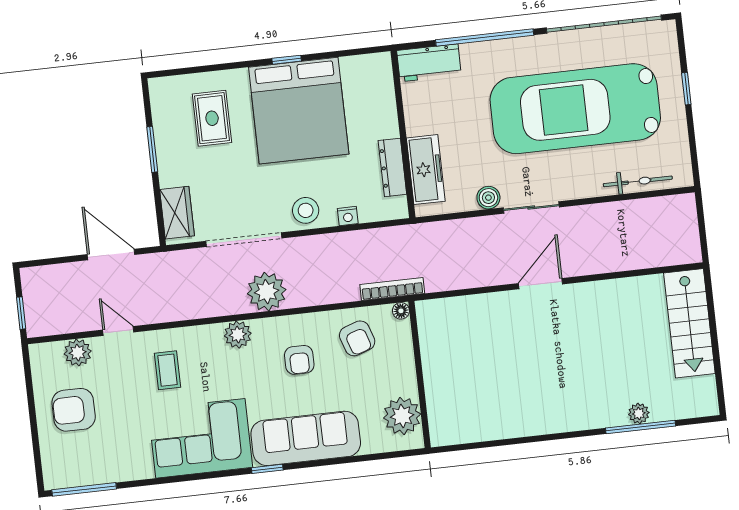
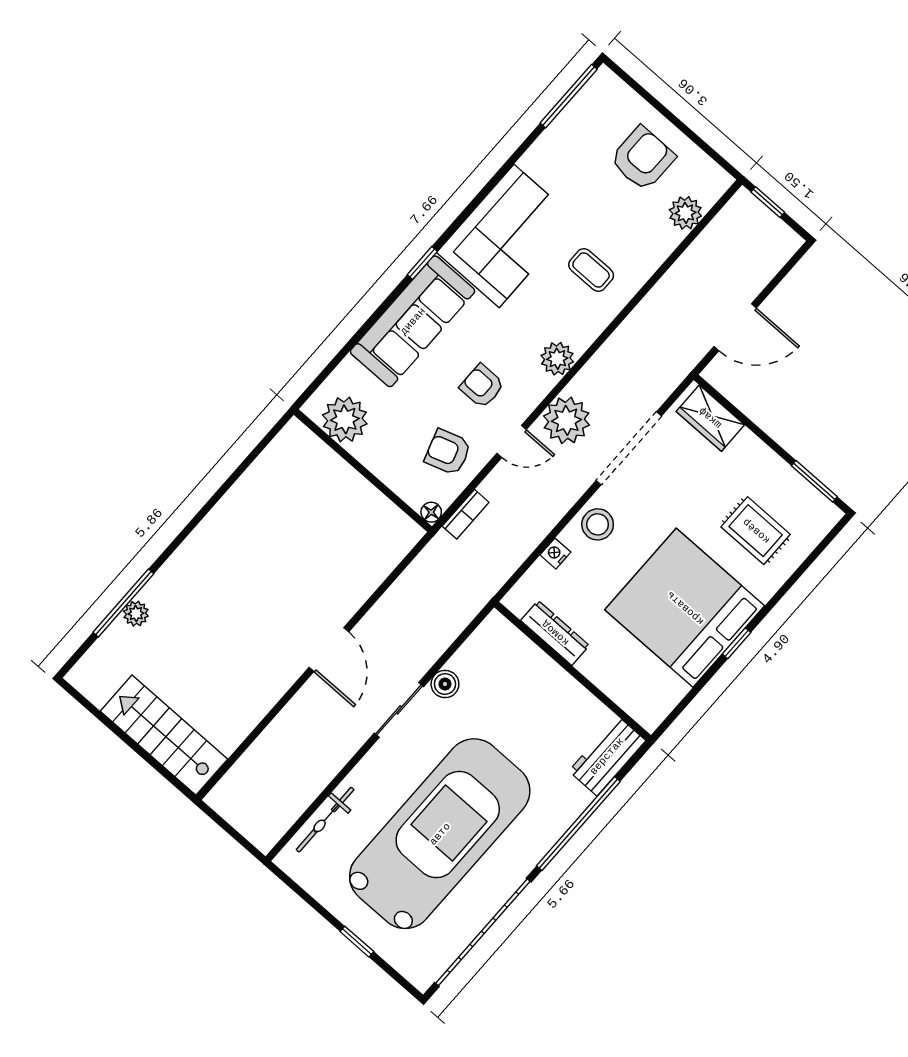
window: (152, 149) -> (814, 481), moved
freezer: (426, 170) -> (524, 658), removed
bookcase: (392, 289) -> (466, 514), width x0.64
door: (118, 331) -> (512, 441), moved

